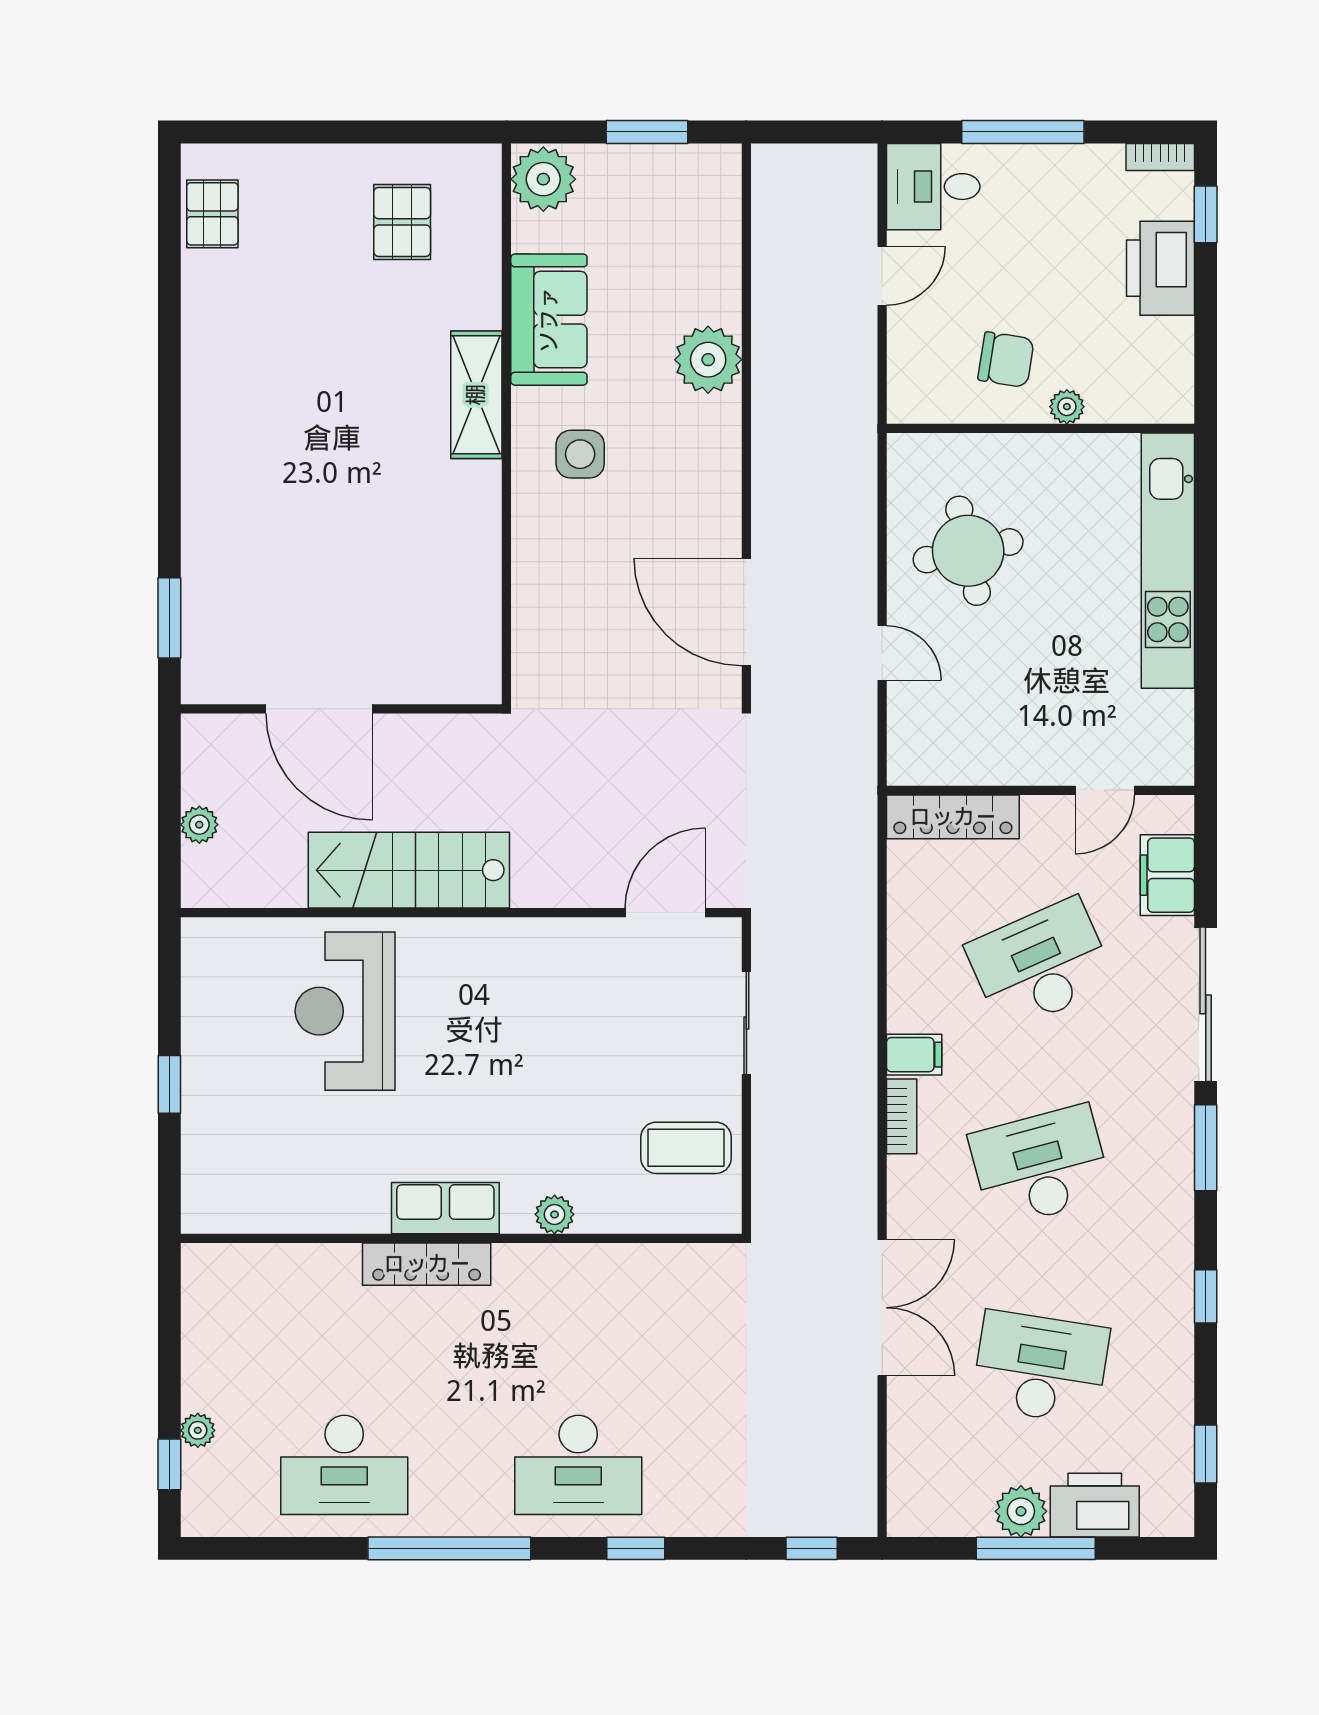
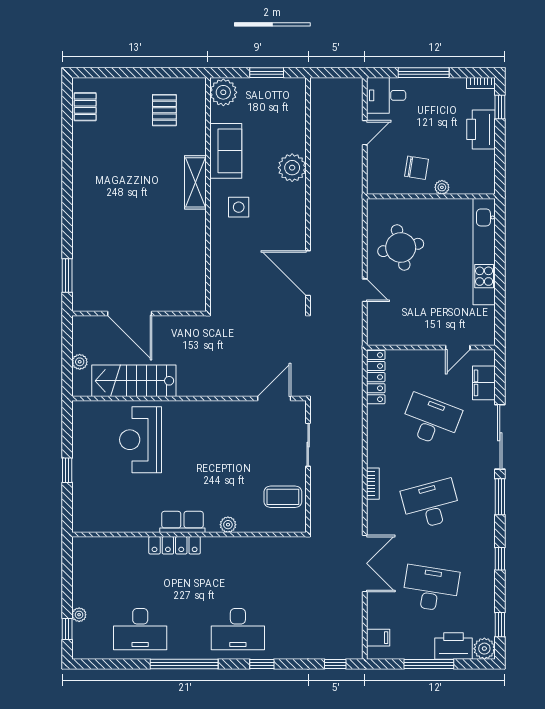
locker: (953, 817) -> (376, 377), moved, turned -90
stairs: (409, 870) -> (134, 381), moved
desk: (1040, 964) -> (431, 420), turned 45
filing cabinet: (914, 1055) -> (378, 638), moved
plant: (1021, 1511) -> (484, 649), moved

